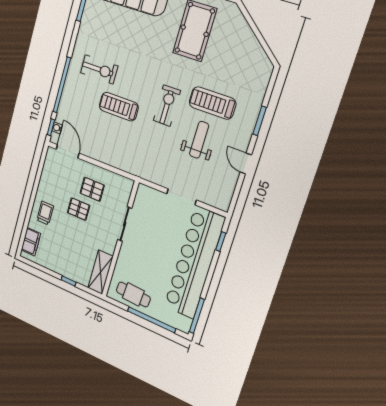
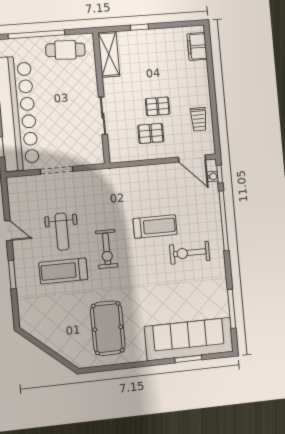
treadmill: (212, 103) -> (63, 271), turned 180
trolley: (45, 213) -> (199, 119), moved

